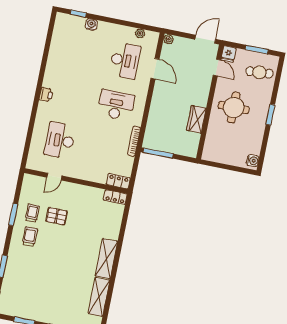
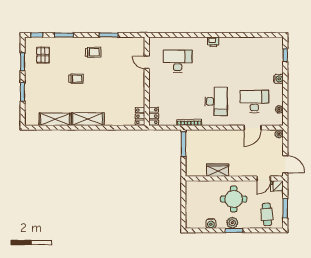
water cooler: (91, 24) -> (279, 79), moved
desk: (125, 60) -> (254, 101), turned 180
plant: (261, 115) -> (232, 223), added
water cooler: (253, 161) -> (211, 224), moved
trolley: (32, 213) -> (76, 79), moved
pallet: (57, 216) -> (43, 55), moved

